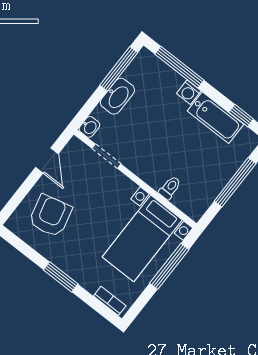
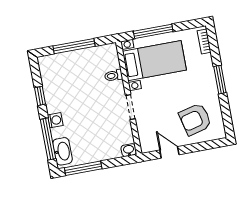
washbasin: (117, 96) -> (62, 151), moved, turned 90
window: (241, 116) -> (40, 96), moved
bathtub: (216, 118) -> (53, 92), removed
doorway: (106, 156) -> (130, 107), moved
door: (47, 160) -> (169, 152), hinge flipped

